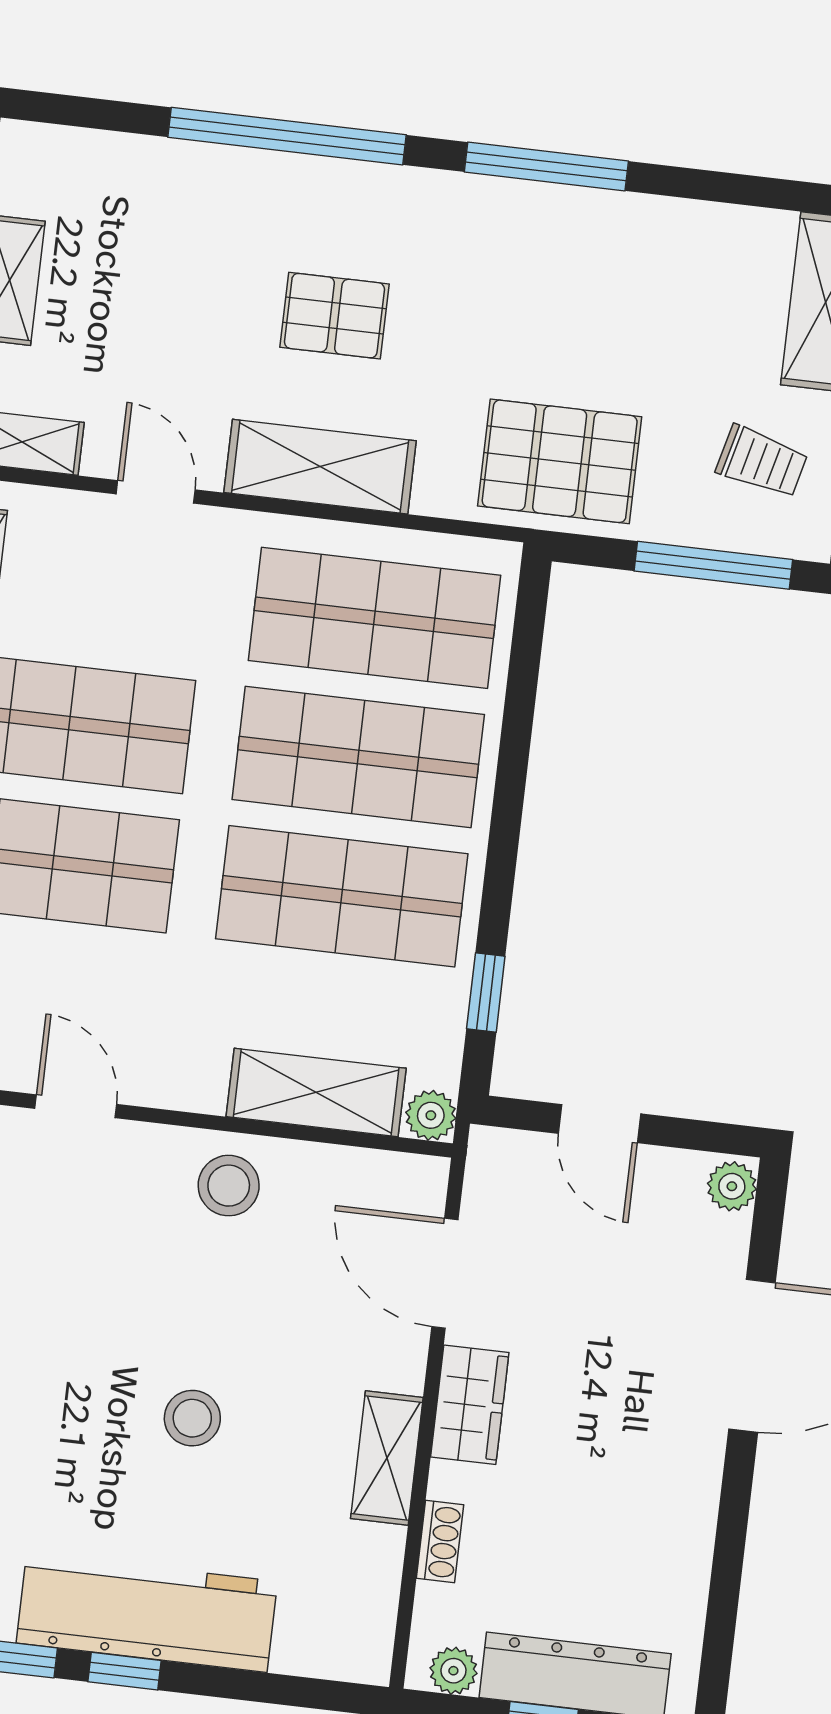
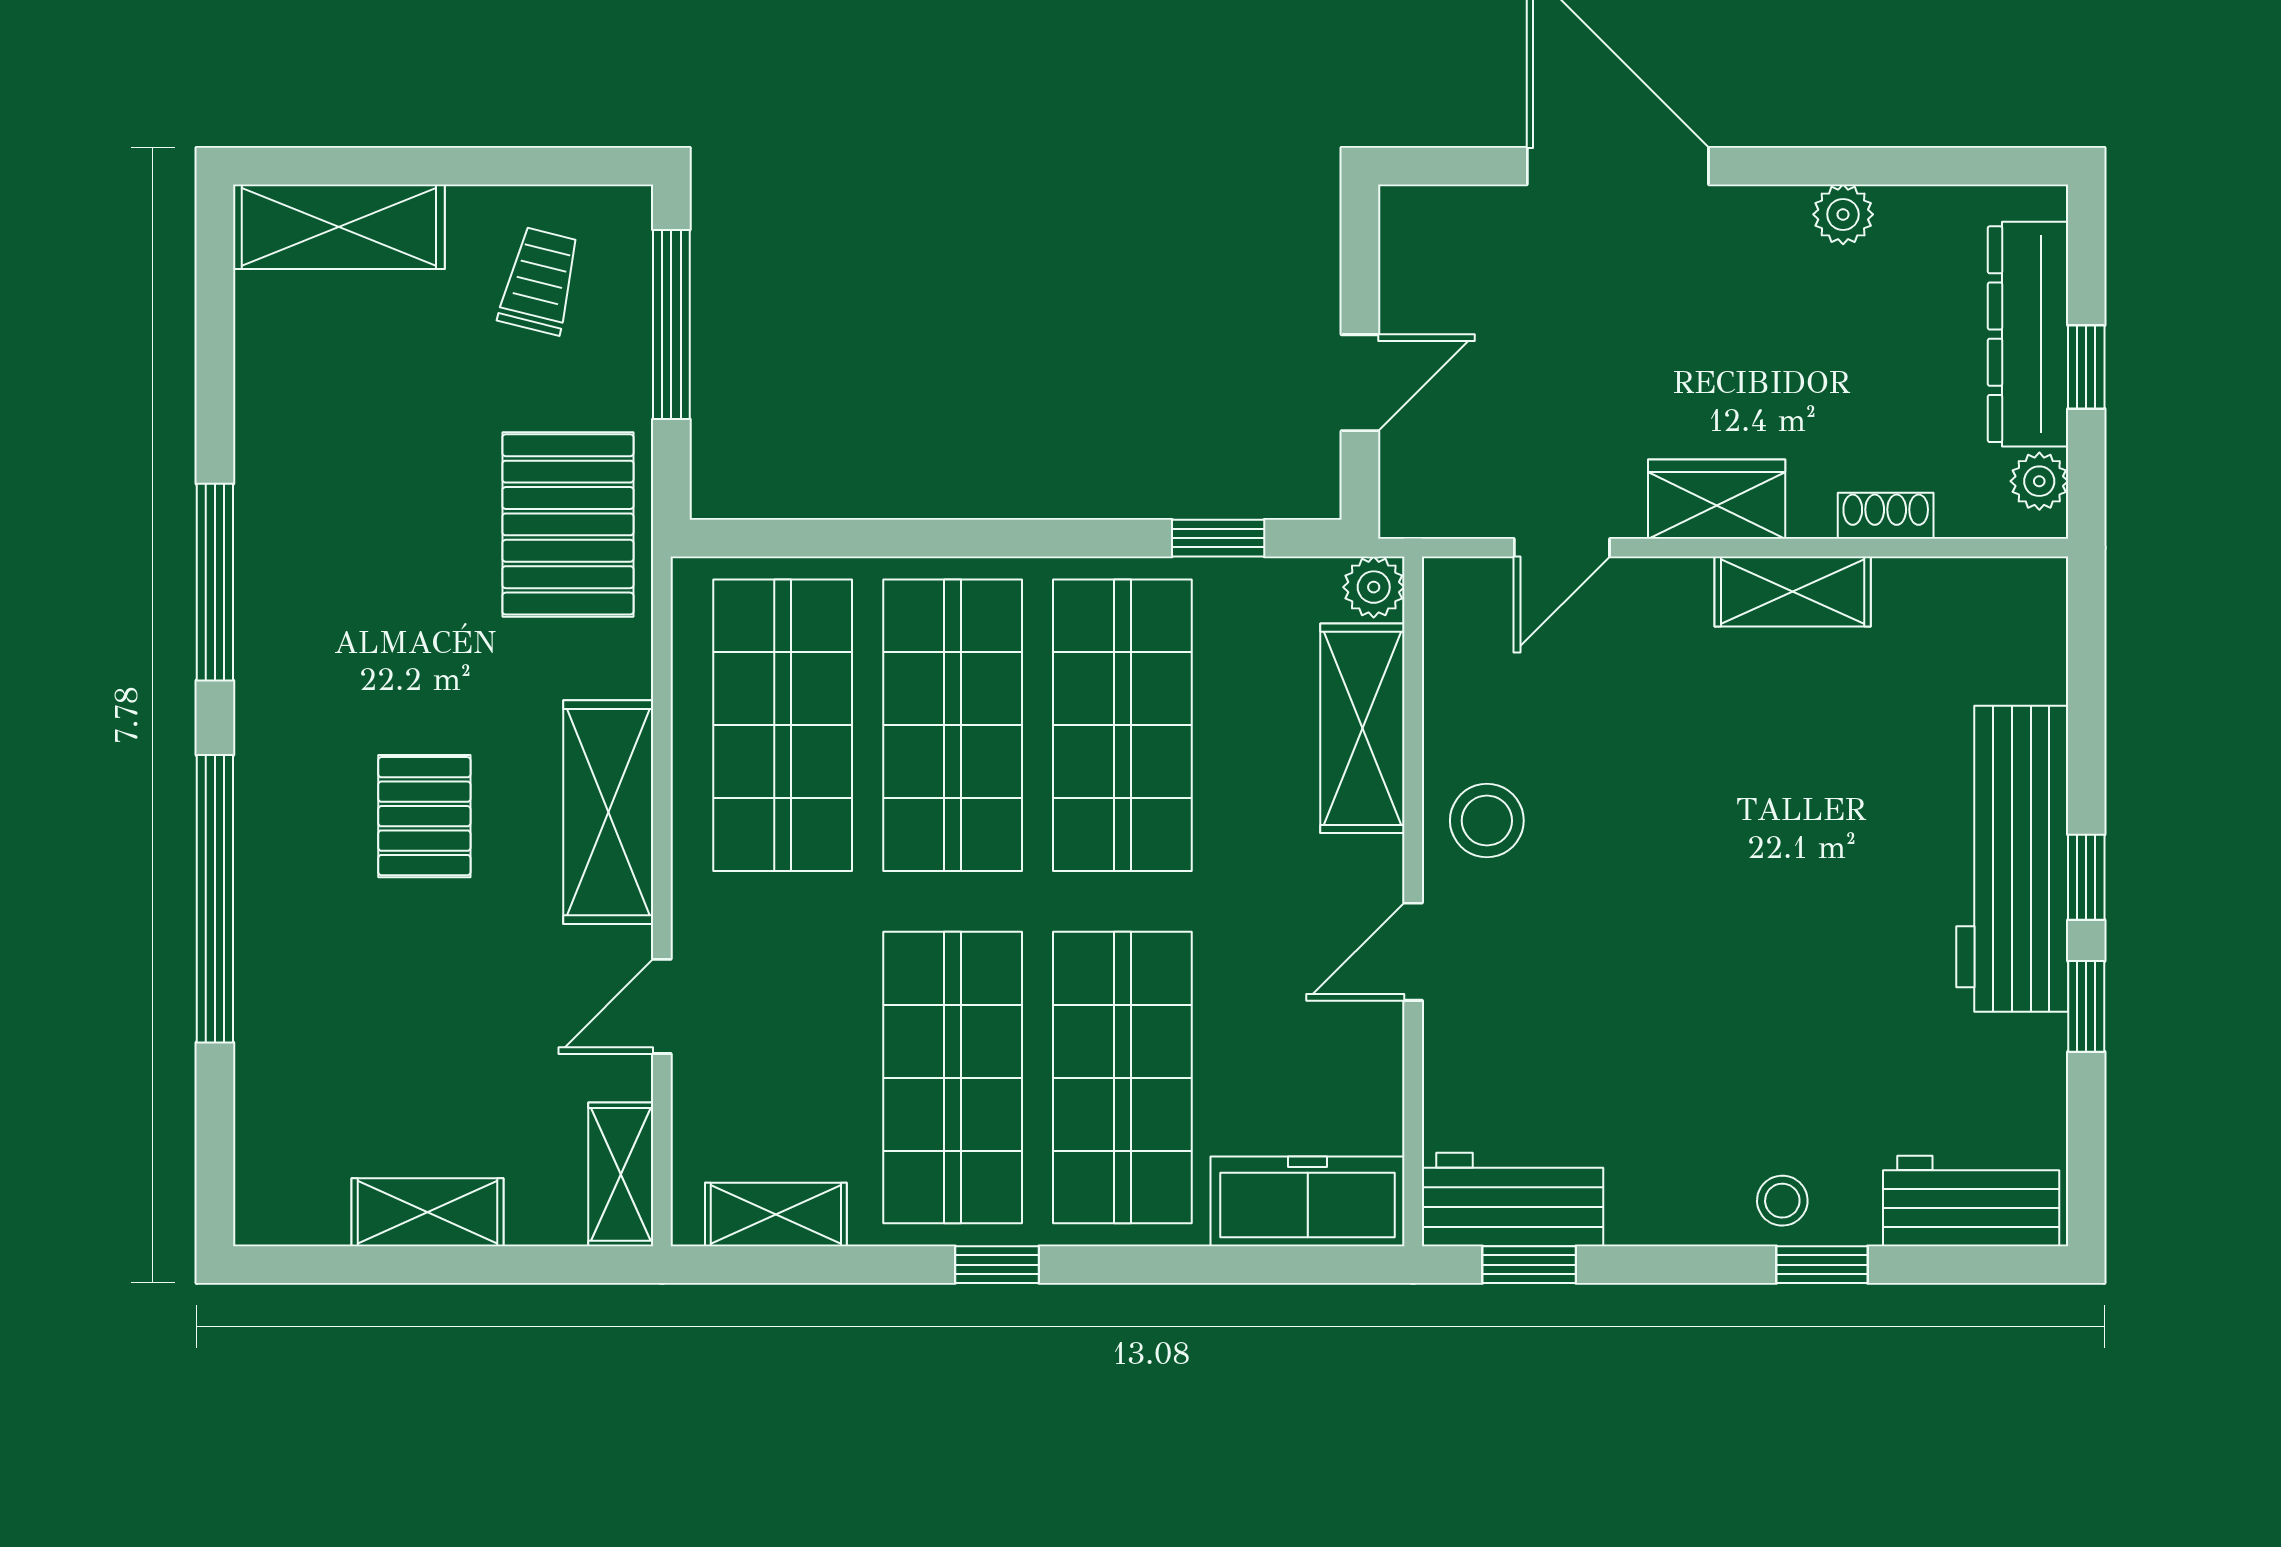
door: (76, 1106) -> (1413, 952), moved
plant: (732, 1186) -> (1843, 214), moved
door: (445, 1273) -> (1562, 548), width x0.73
stool: (192, 1418) -> (1772, 831), removed

